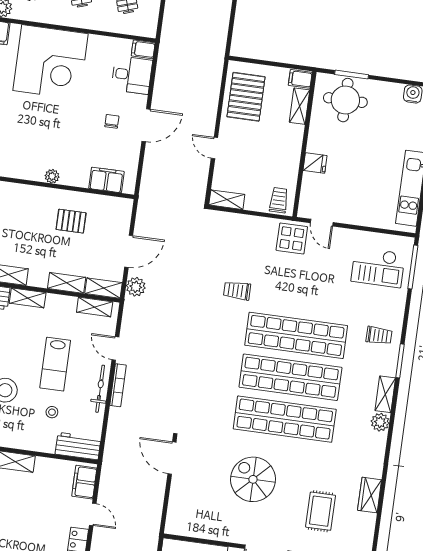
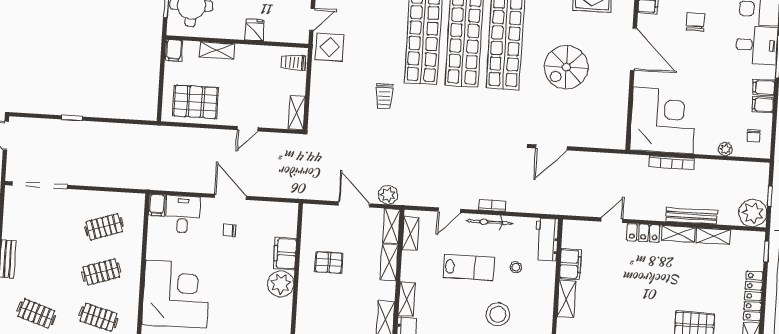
shelving: (300, 106) -> (217, 50), moved
plant: (52, 176) -> (281, 284), width x1.88, depth x1.88
filing cabinet: (106, 180) -> (285, 254), moved
pallet: (71, 221) -> (329, 263), turned 90
bookcase: (118, 385) -> (492, 205), width x0.64
filing cabinet: (84, 482) -> (570, 264), moved, turned -90

